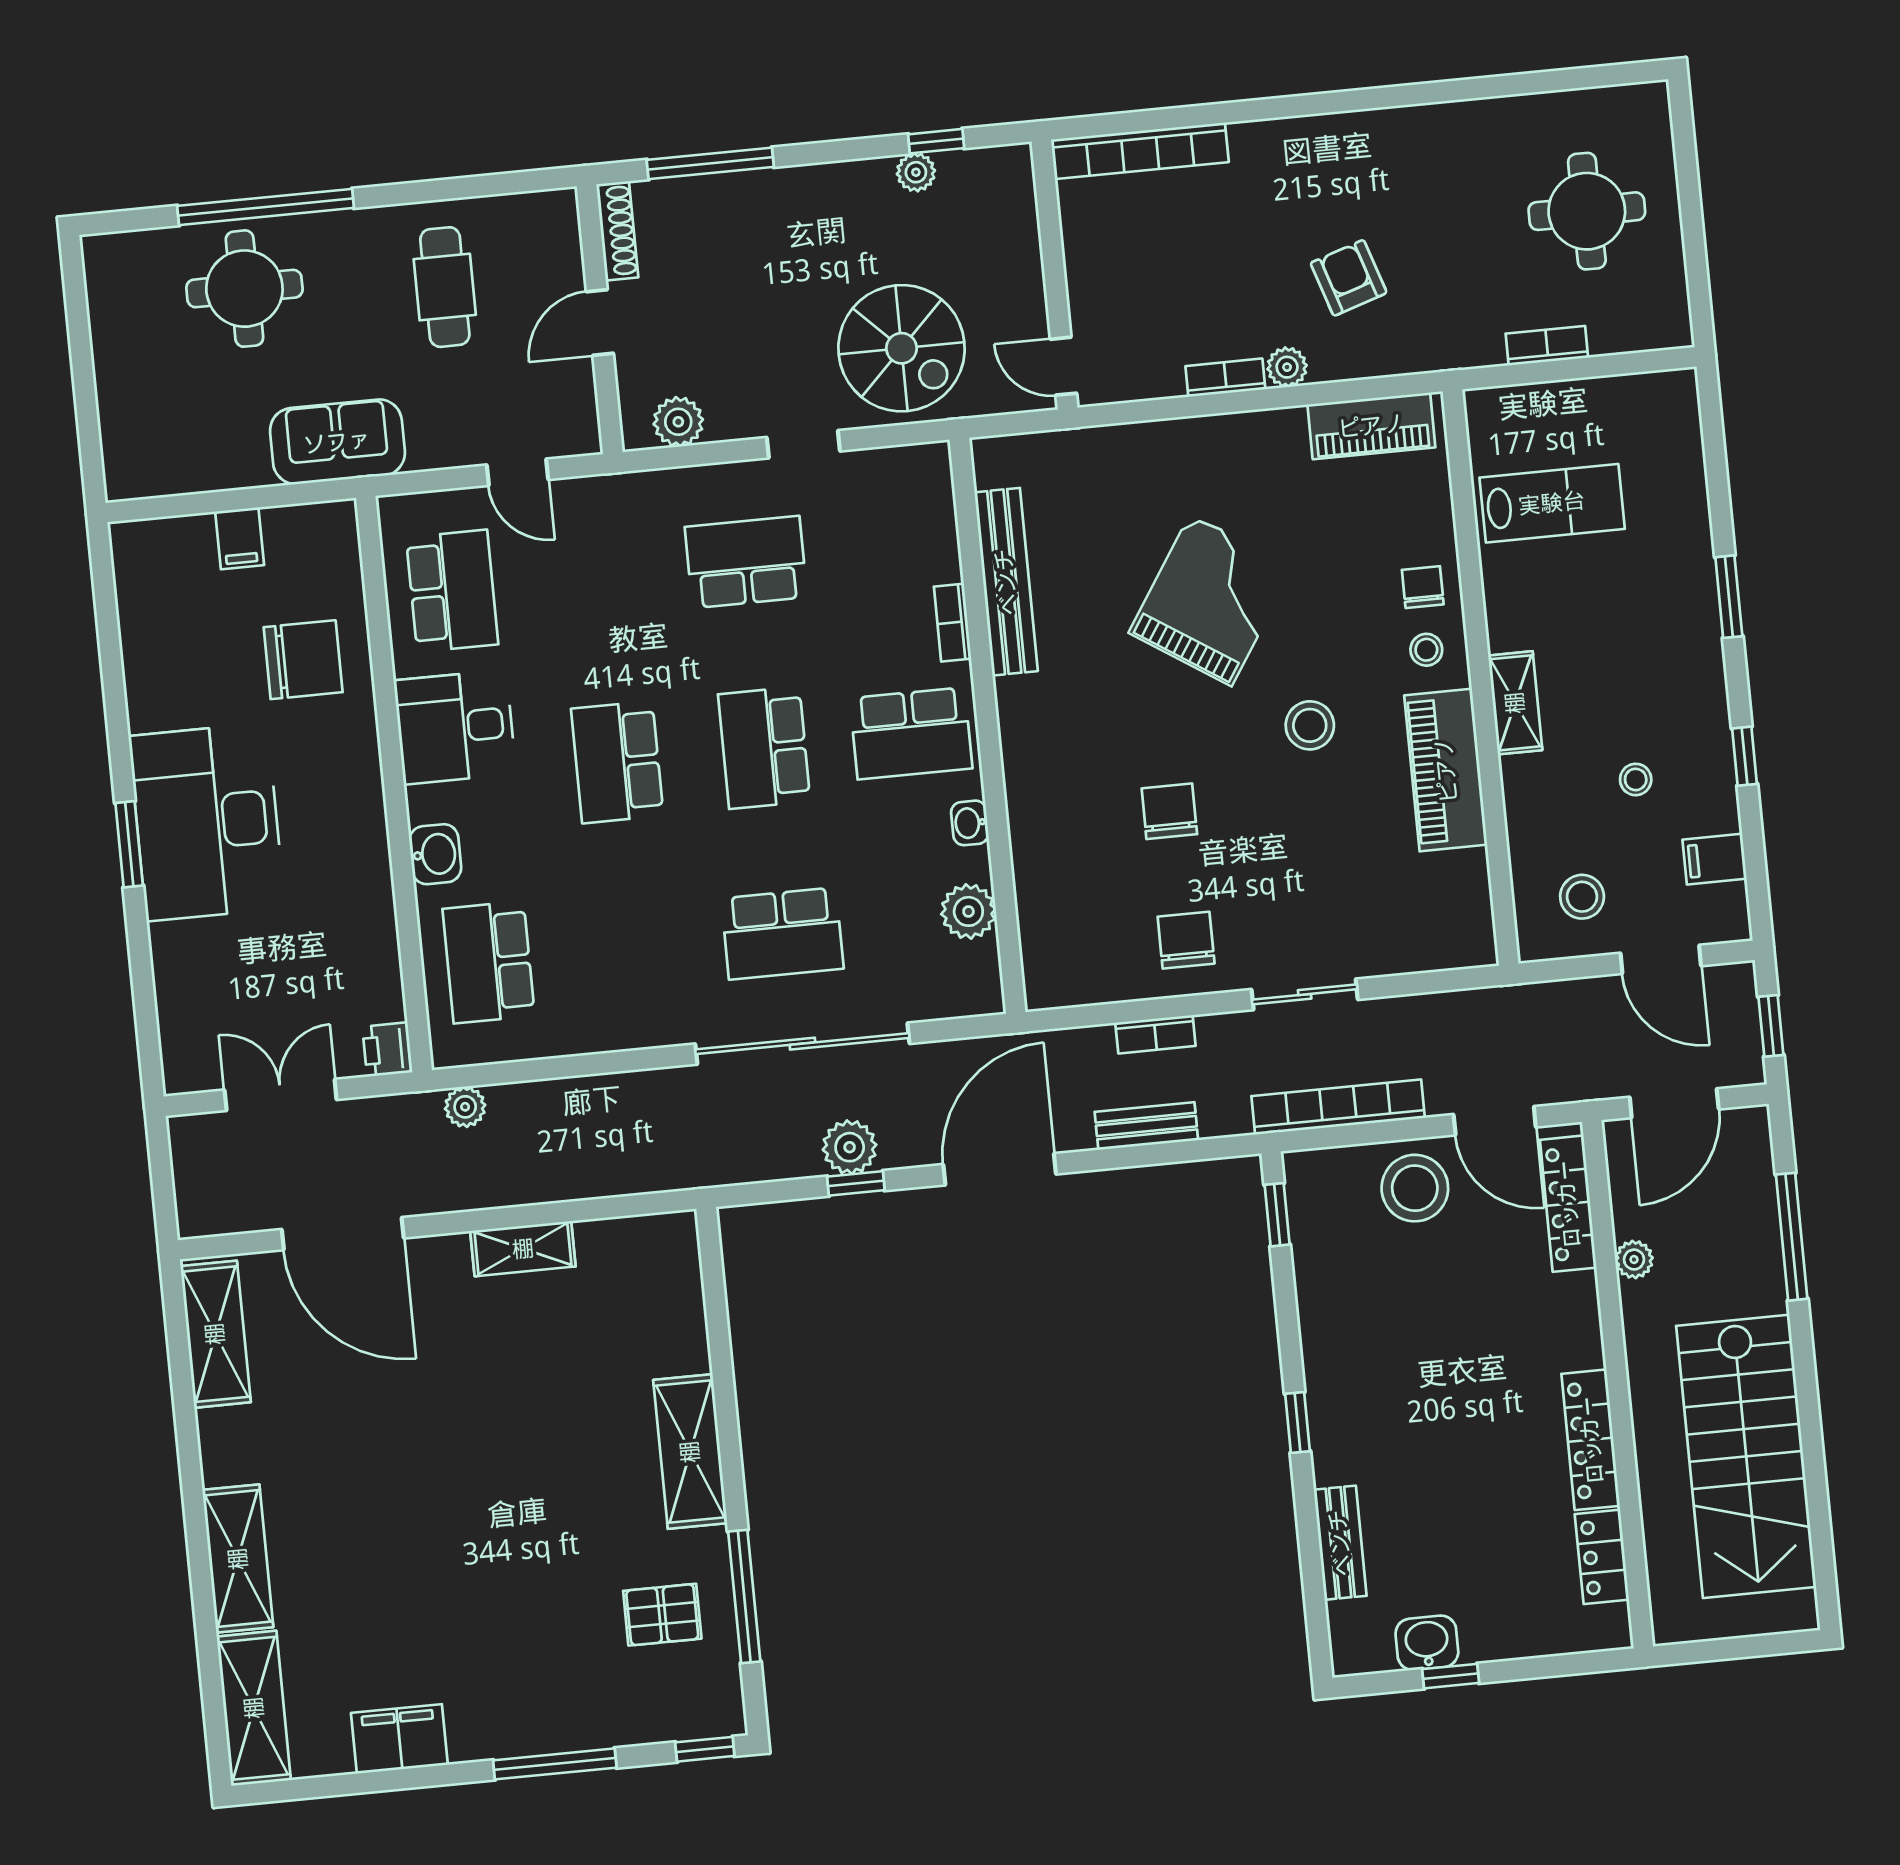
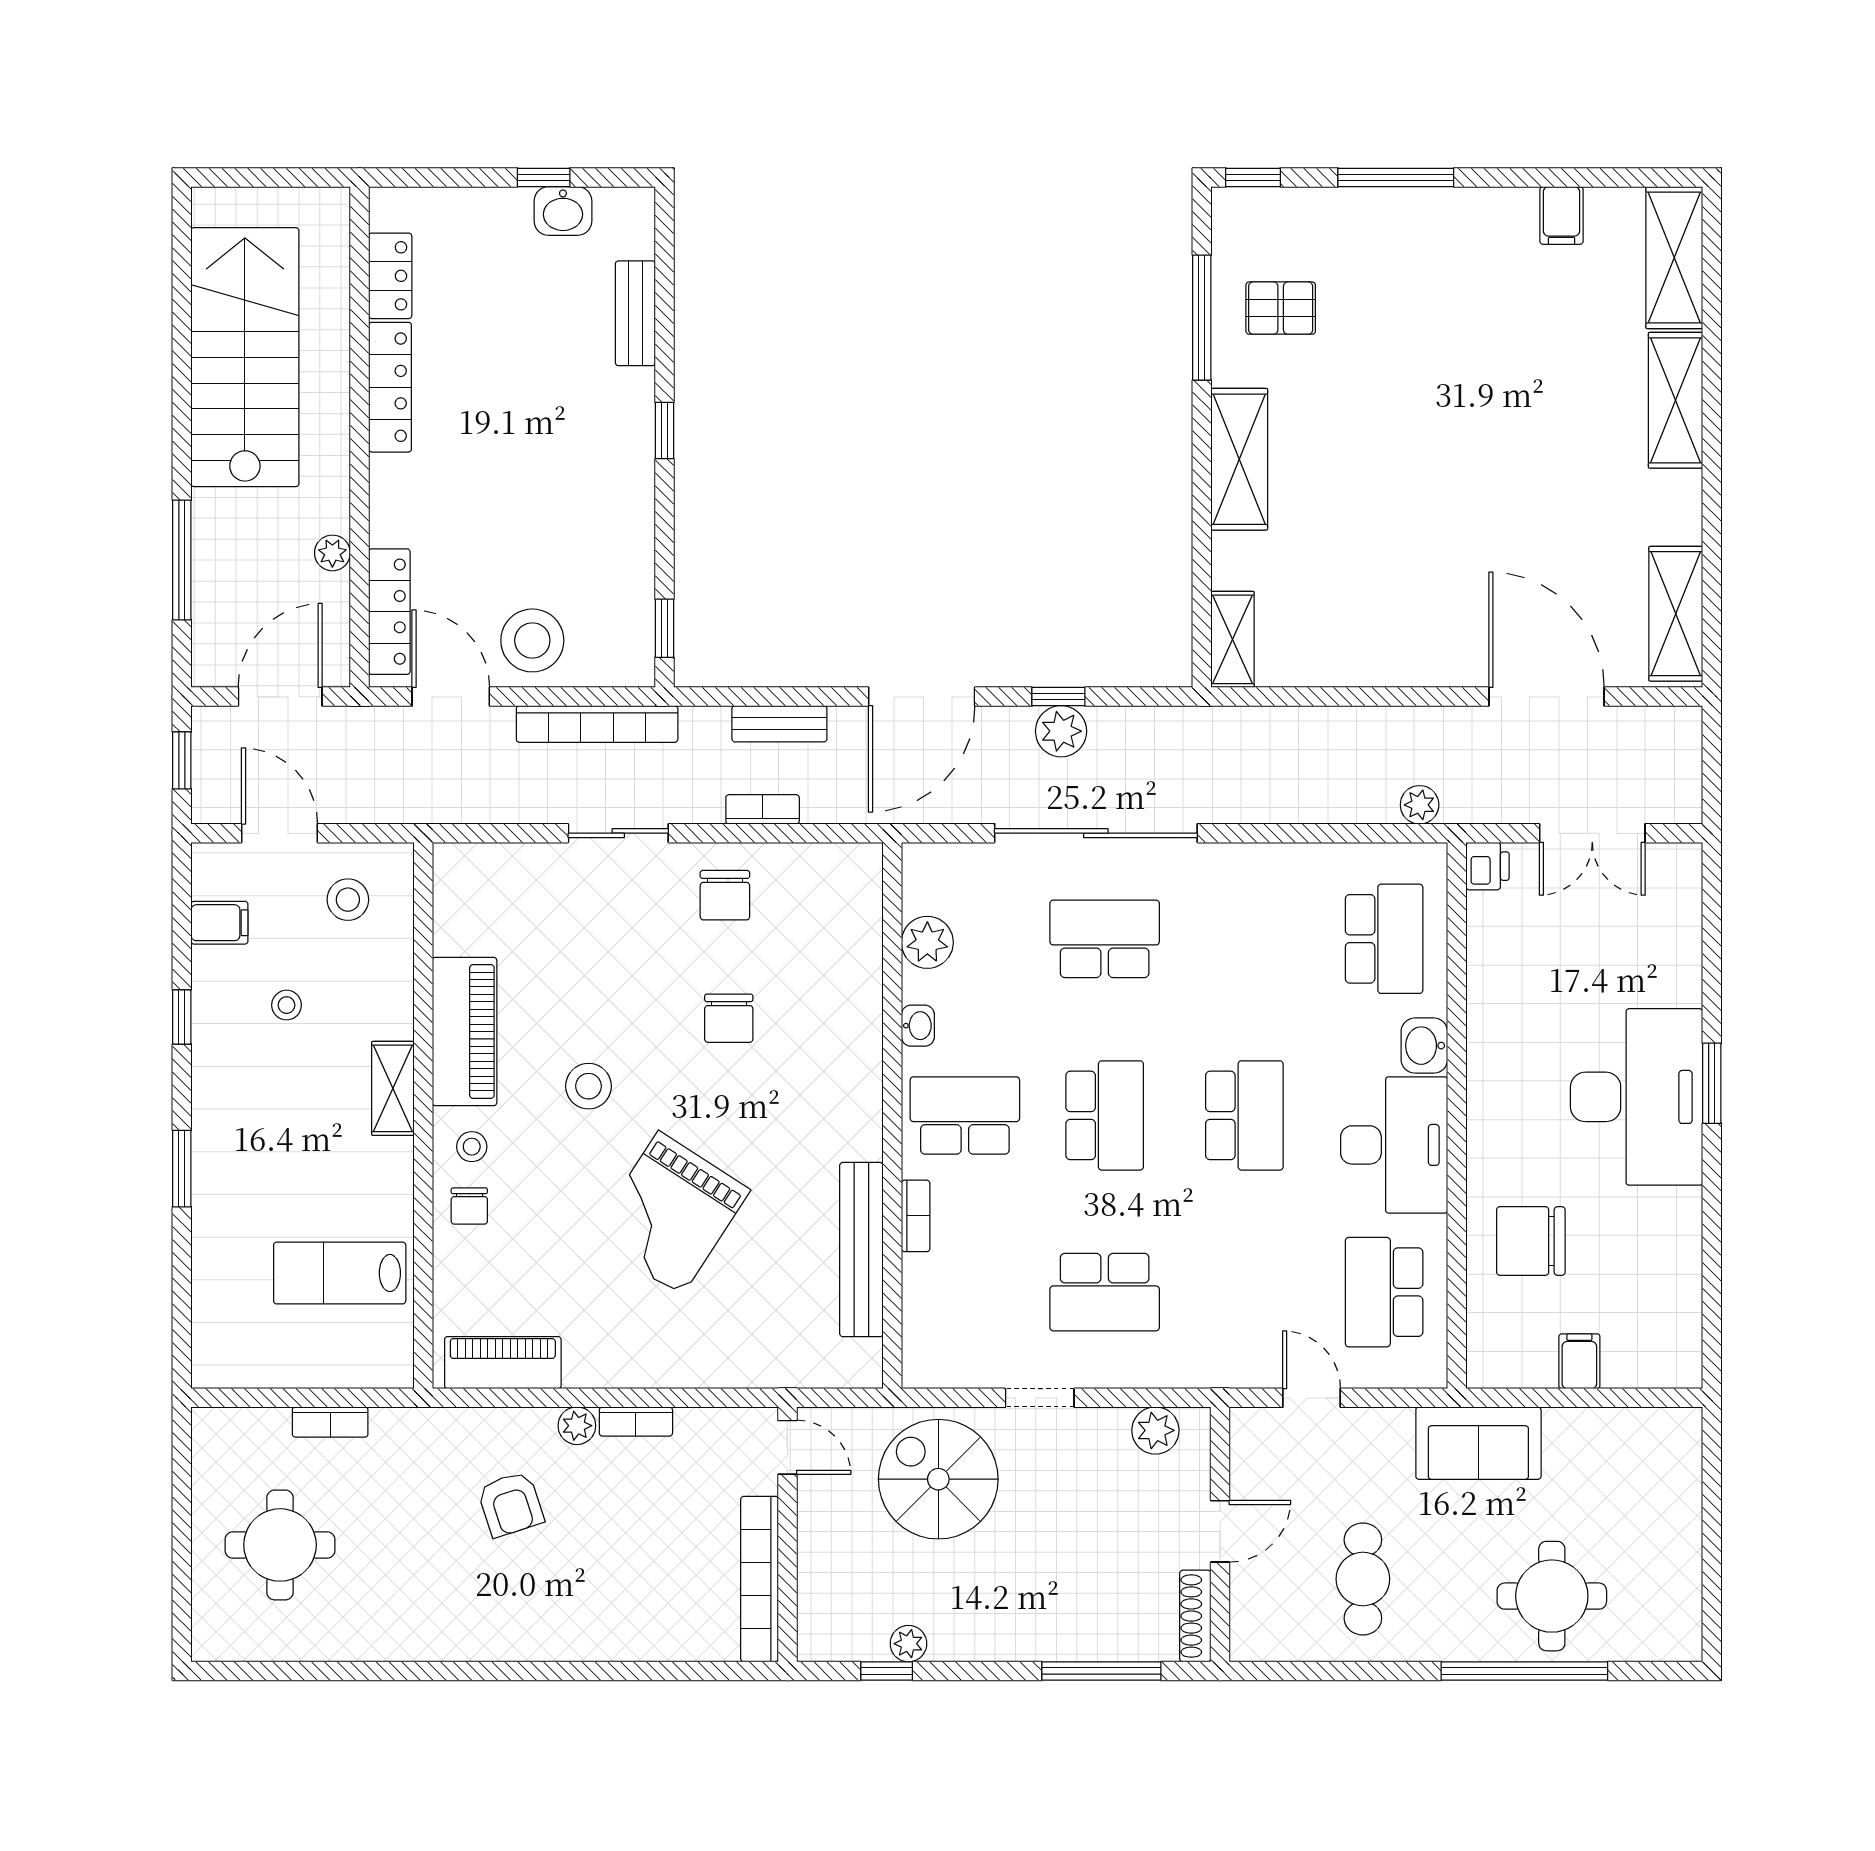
bookcase: (1140, 151) -> (760, 1579), moved, turned -90
desk: (455, 727) -> (1394, 1145), width x1.37
shelving: (523, 1249) -> (1233, 639), moved, turned 90
filing cabinet: (399, 1739) -> (1562, 215), width x0.50

